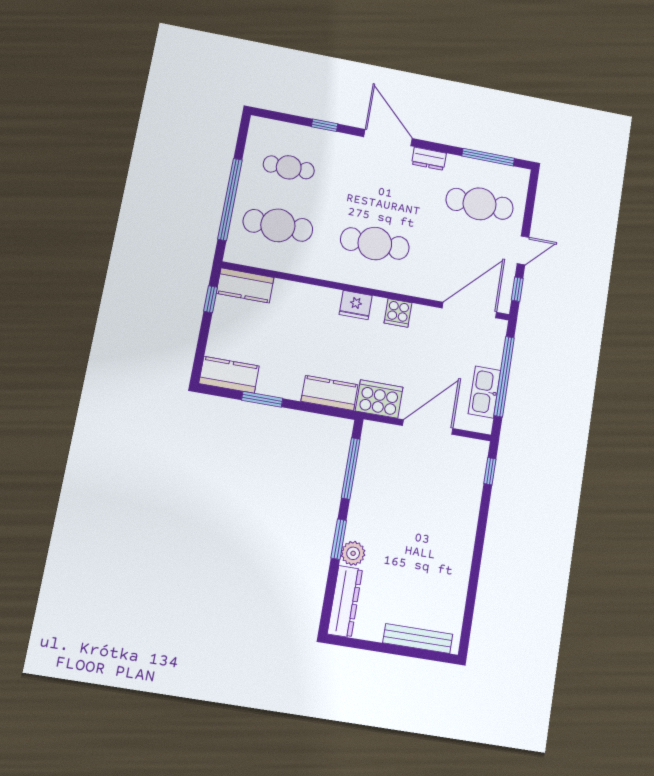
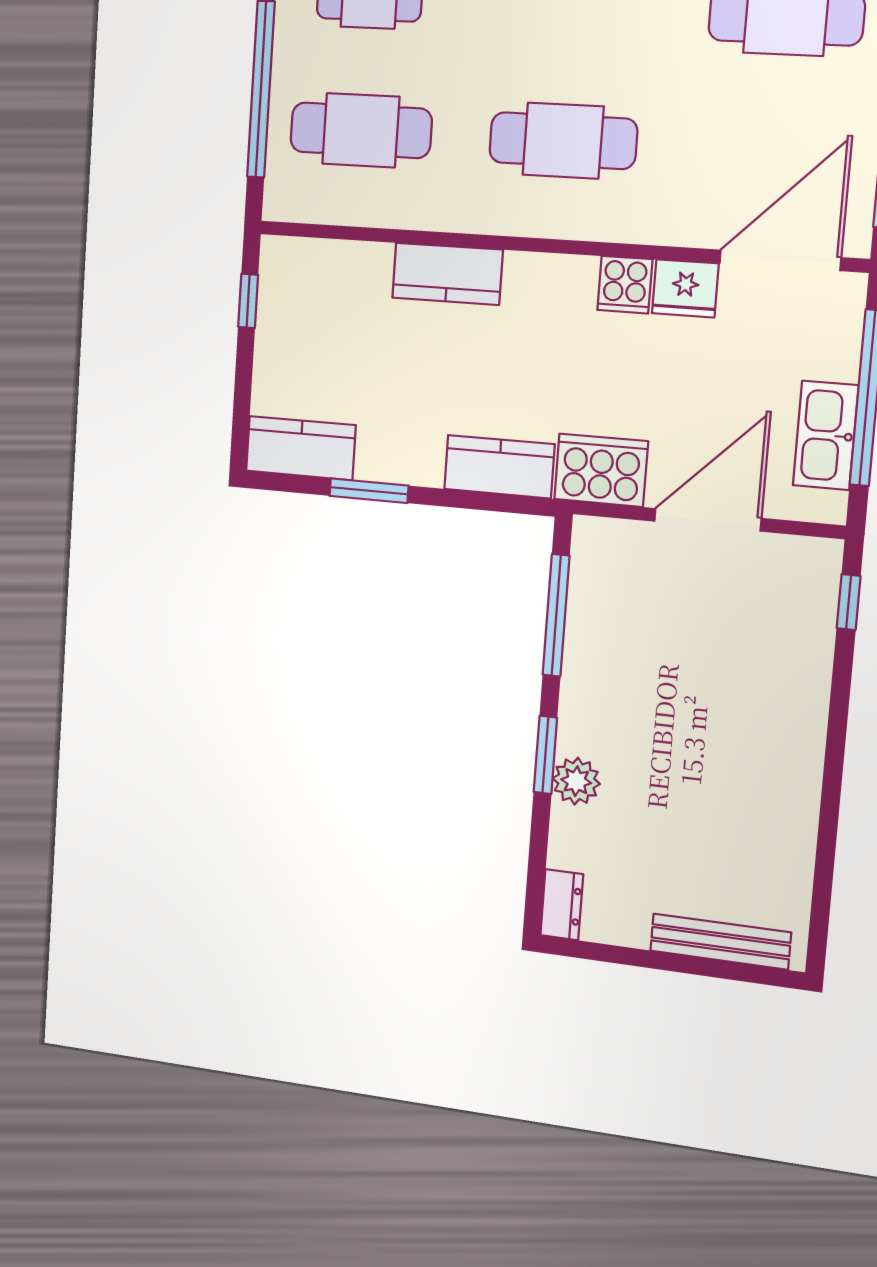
kitchen counter: (245, 285) -> (447, 274), moved
fridge: (356, 305) -> (685, 288), moved
dresser: (345, 601) -> (562, 905), width x0.51, depth x0.80

